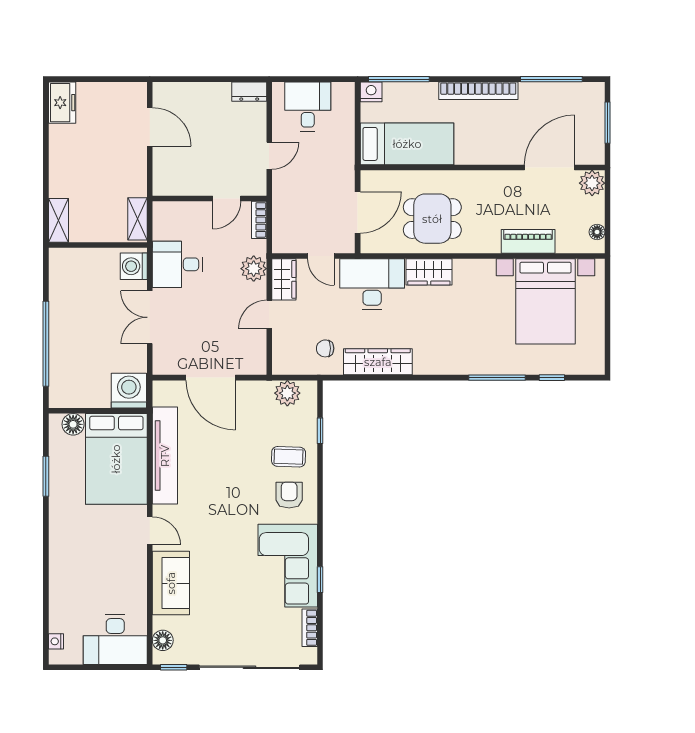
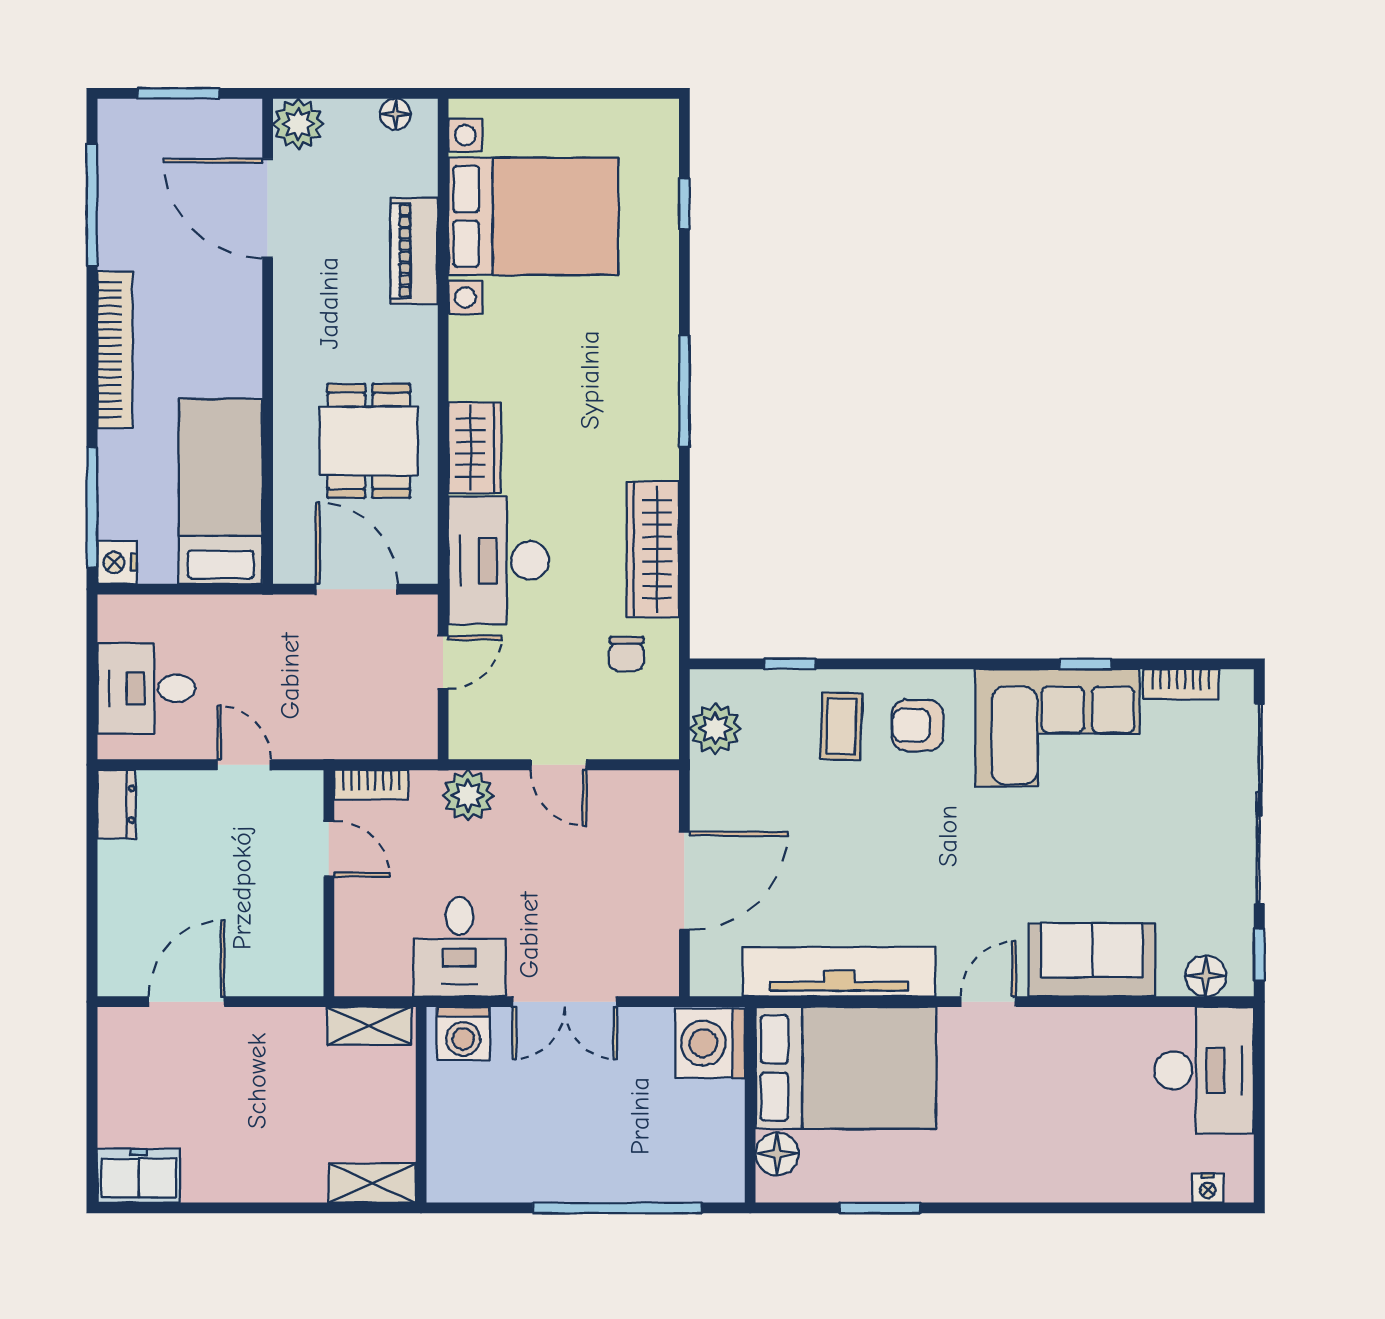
wardrobe: (284, 279) -> (489, 736), removed
window: (497, 378) -> (684, 391), moved

